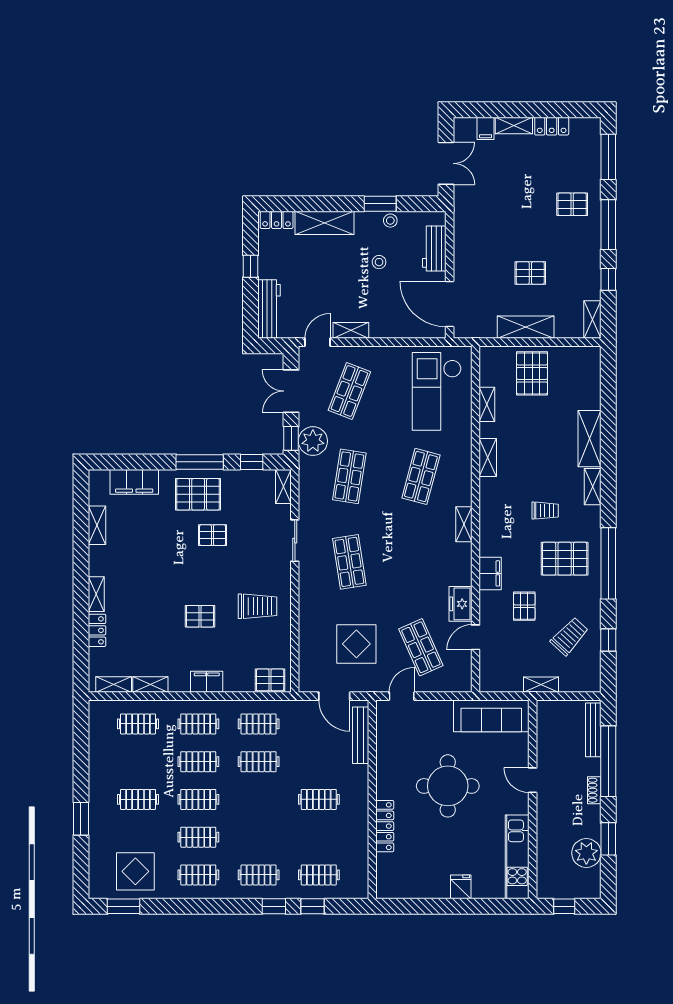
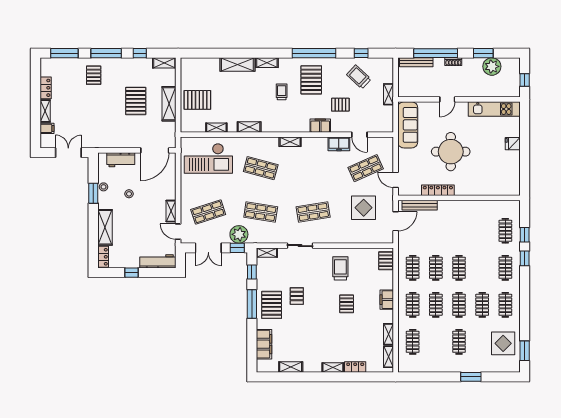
pallet: (530, 273) -> (136, 101), width x1.50, depth x1.42
shop shelf: (349, 391) -> (208, 212), turned -39
clothes rail: (319, 799) -> (459, 268), moved
locker: (385, 826) -> (438, 190), moved

